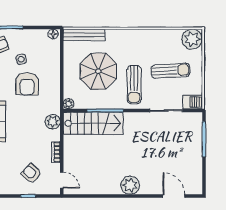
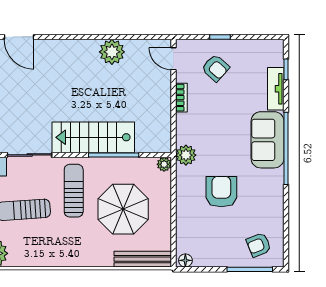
side table: (21, 59) -> (229, 226), removed
plant: (53, 122) -> (186, 155), moved
stairs: (93, 123) -> (93, 137), moved
plant: (130, 185) -> (112, 52), moved

